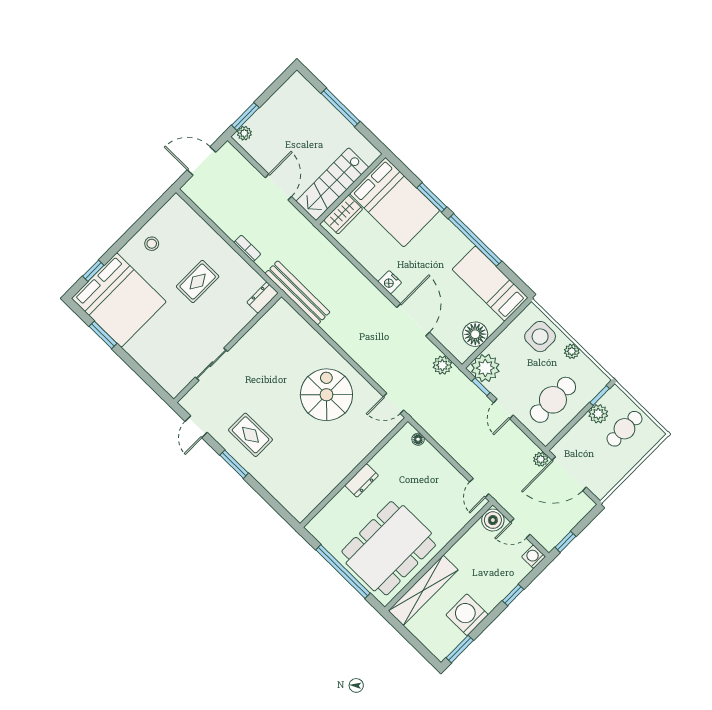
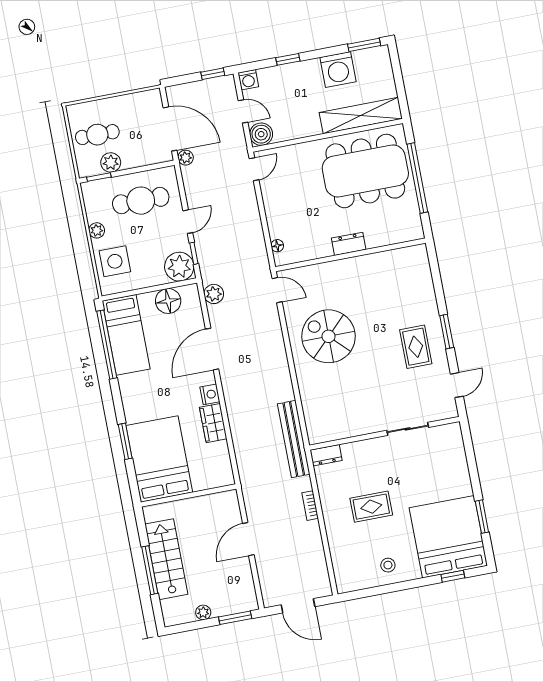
plant: (244, 133) -> (203, 612), moved
stairs: (332, 184) -> (166, 559), moved, turned -90
wardrobe: (343, 215) -> (213, 423), moved, turned -90
window: (475, 240) -> (107, 345), moved
spiral stairs: (326, 395) -> (329, 336), turned 90

